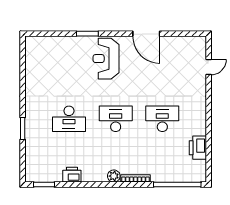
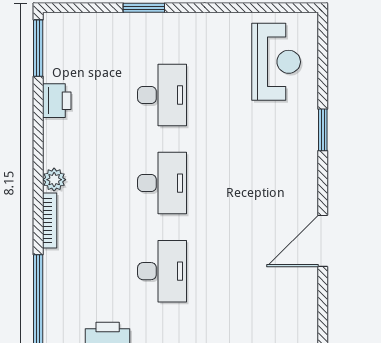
reception desk: (106, 59) -> (276, 62), moved, turned 90
desk: (69, 119) -> (162, 95), turned 180
window: (44, 185) -> (38, 48), width x1.44

